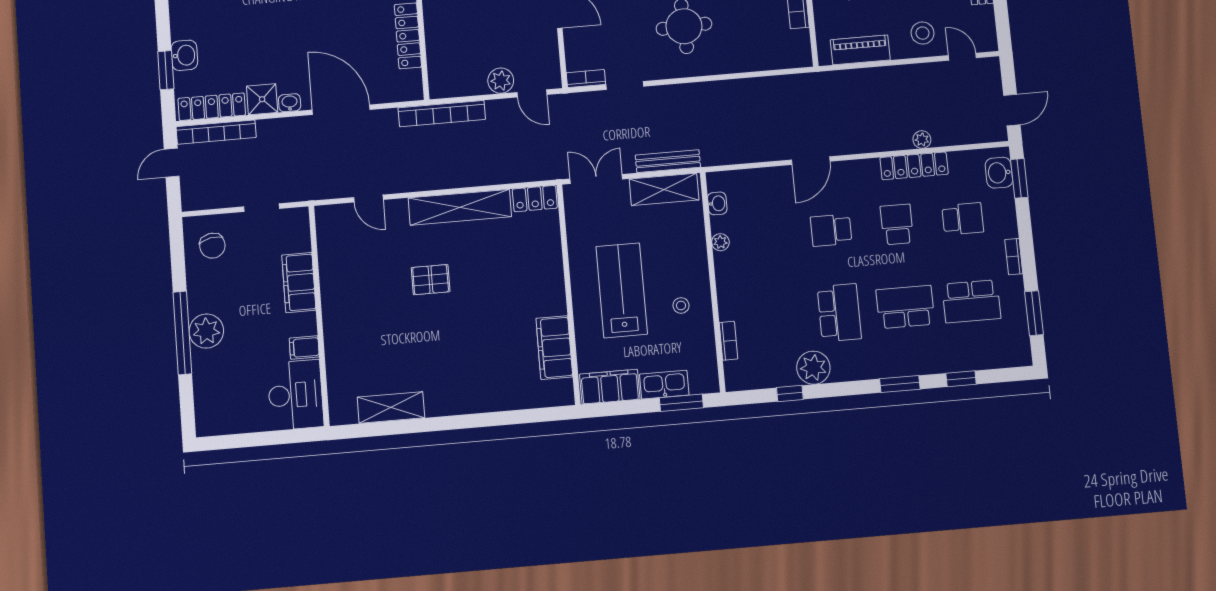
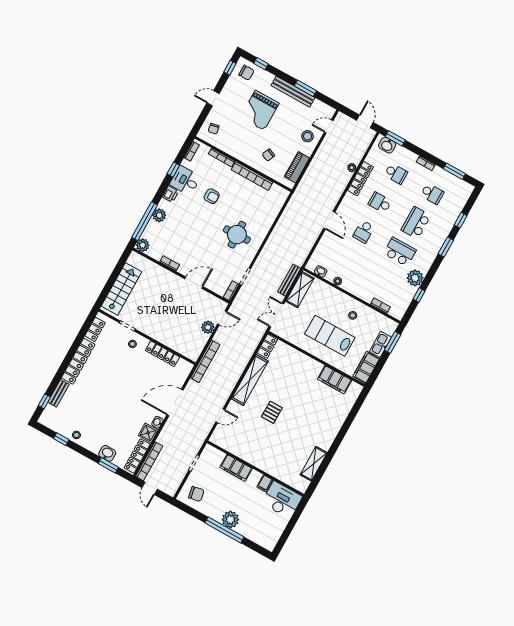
school desk: (963, 219) -> (396, 174), turned 90
school desk: (971, 301) -> (432, 194), width x0.54

